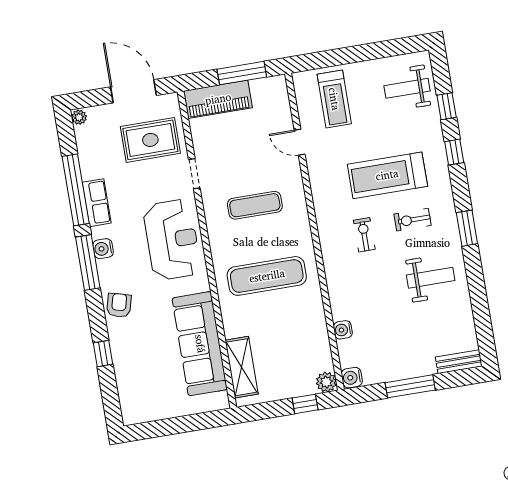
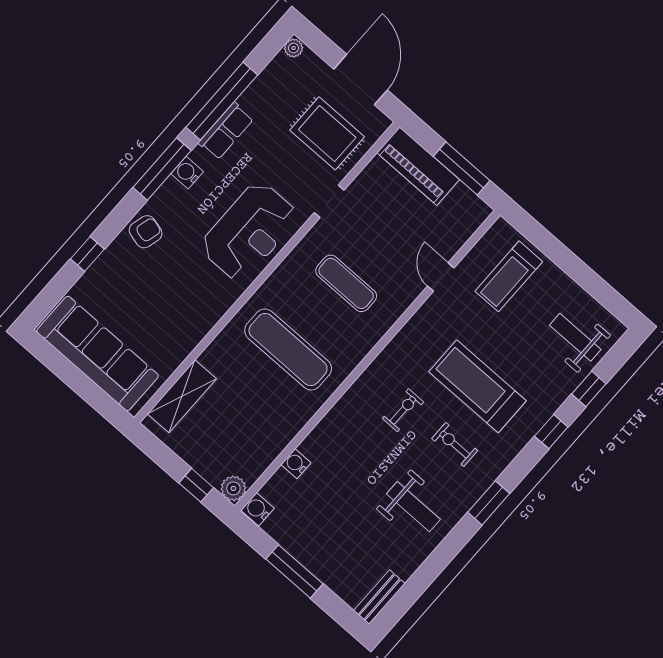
sofa: (200, 344) -> (98, 354), moved, turned 90
bench: (459, 362) -> (379, 597), moved, turned 90

